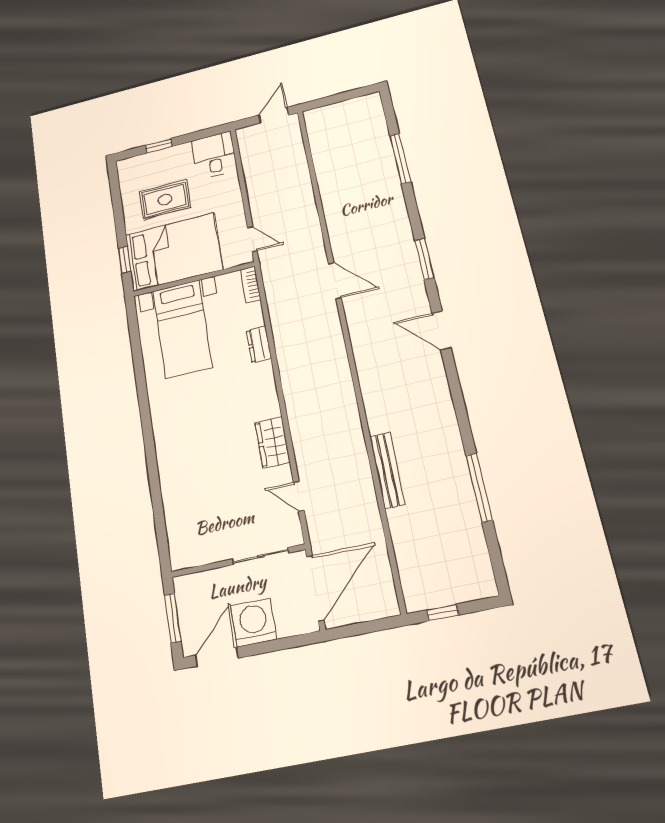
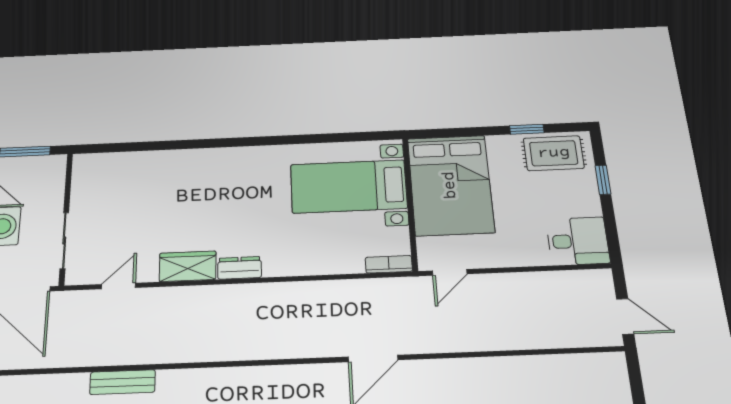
rug: (165, 200) -> (554, 153), moved, turned 90
window: (125, 260) -> (527, 129), moved
dresser: (259, 344) -> (240, 268), moved
bench: (387, 470) -> (123, 382), width x0.73

